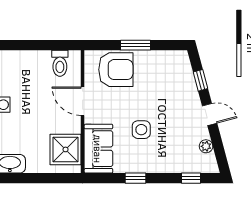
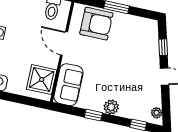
side table: (141, 130) -> (106, 77), removed
plant: (206, 146) -> (157, 113), moved
plant: (155, 164) -> (111, 107), added

